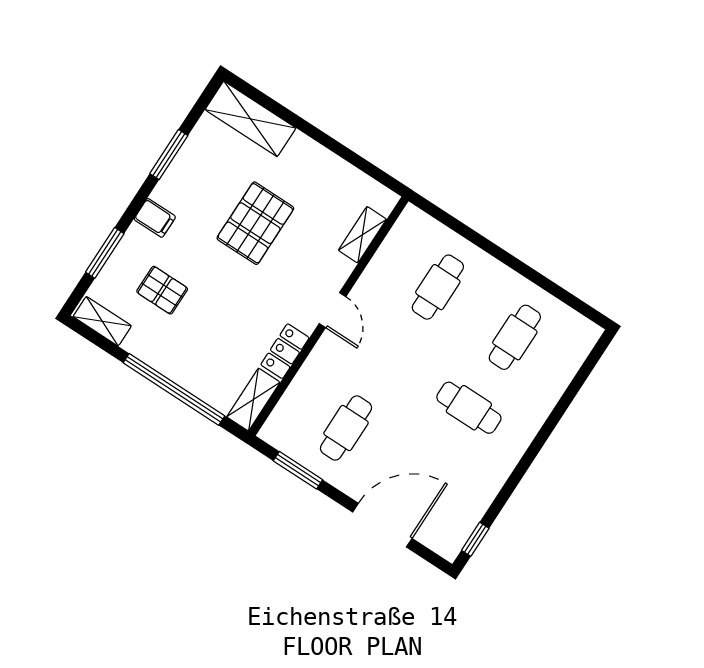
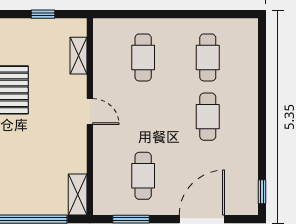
window: (352, 158) -> (43, 14), added
locker: (285, 351) -> (78, 154), removed
cafe table: (469, 408) -> (208, 117), turned 90

